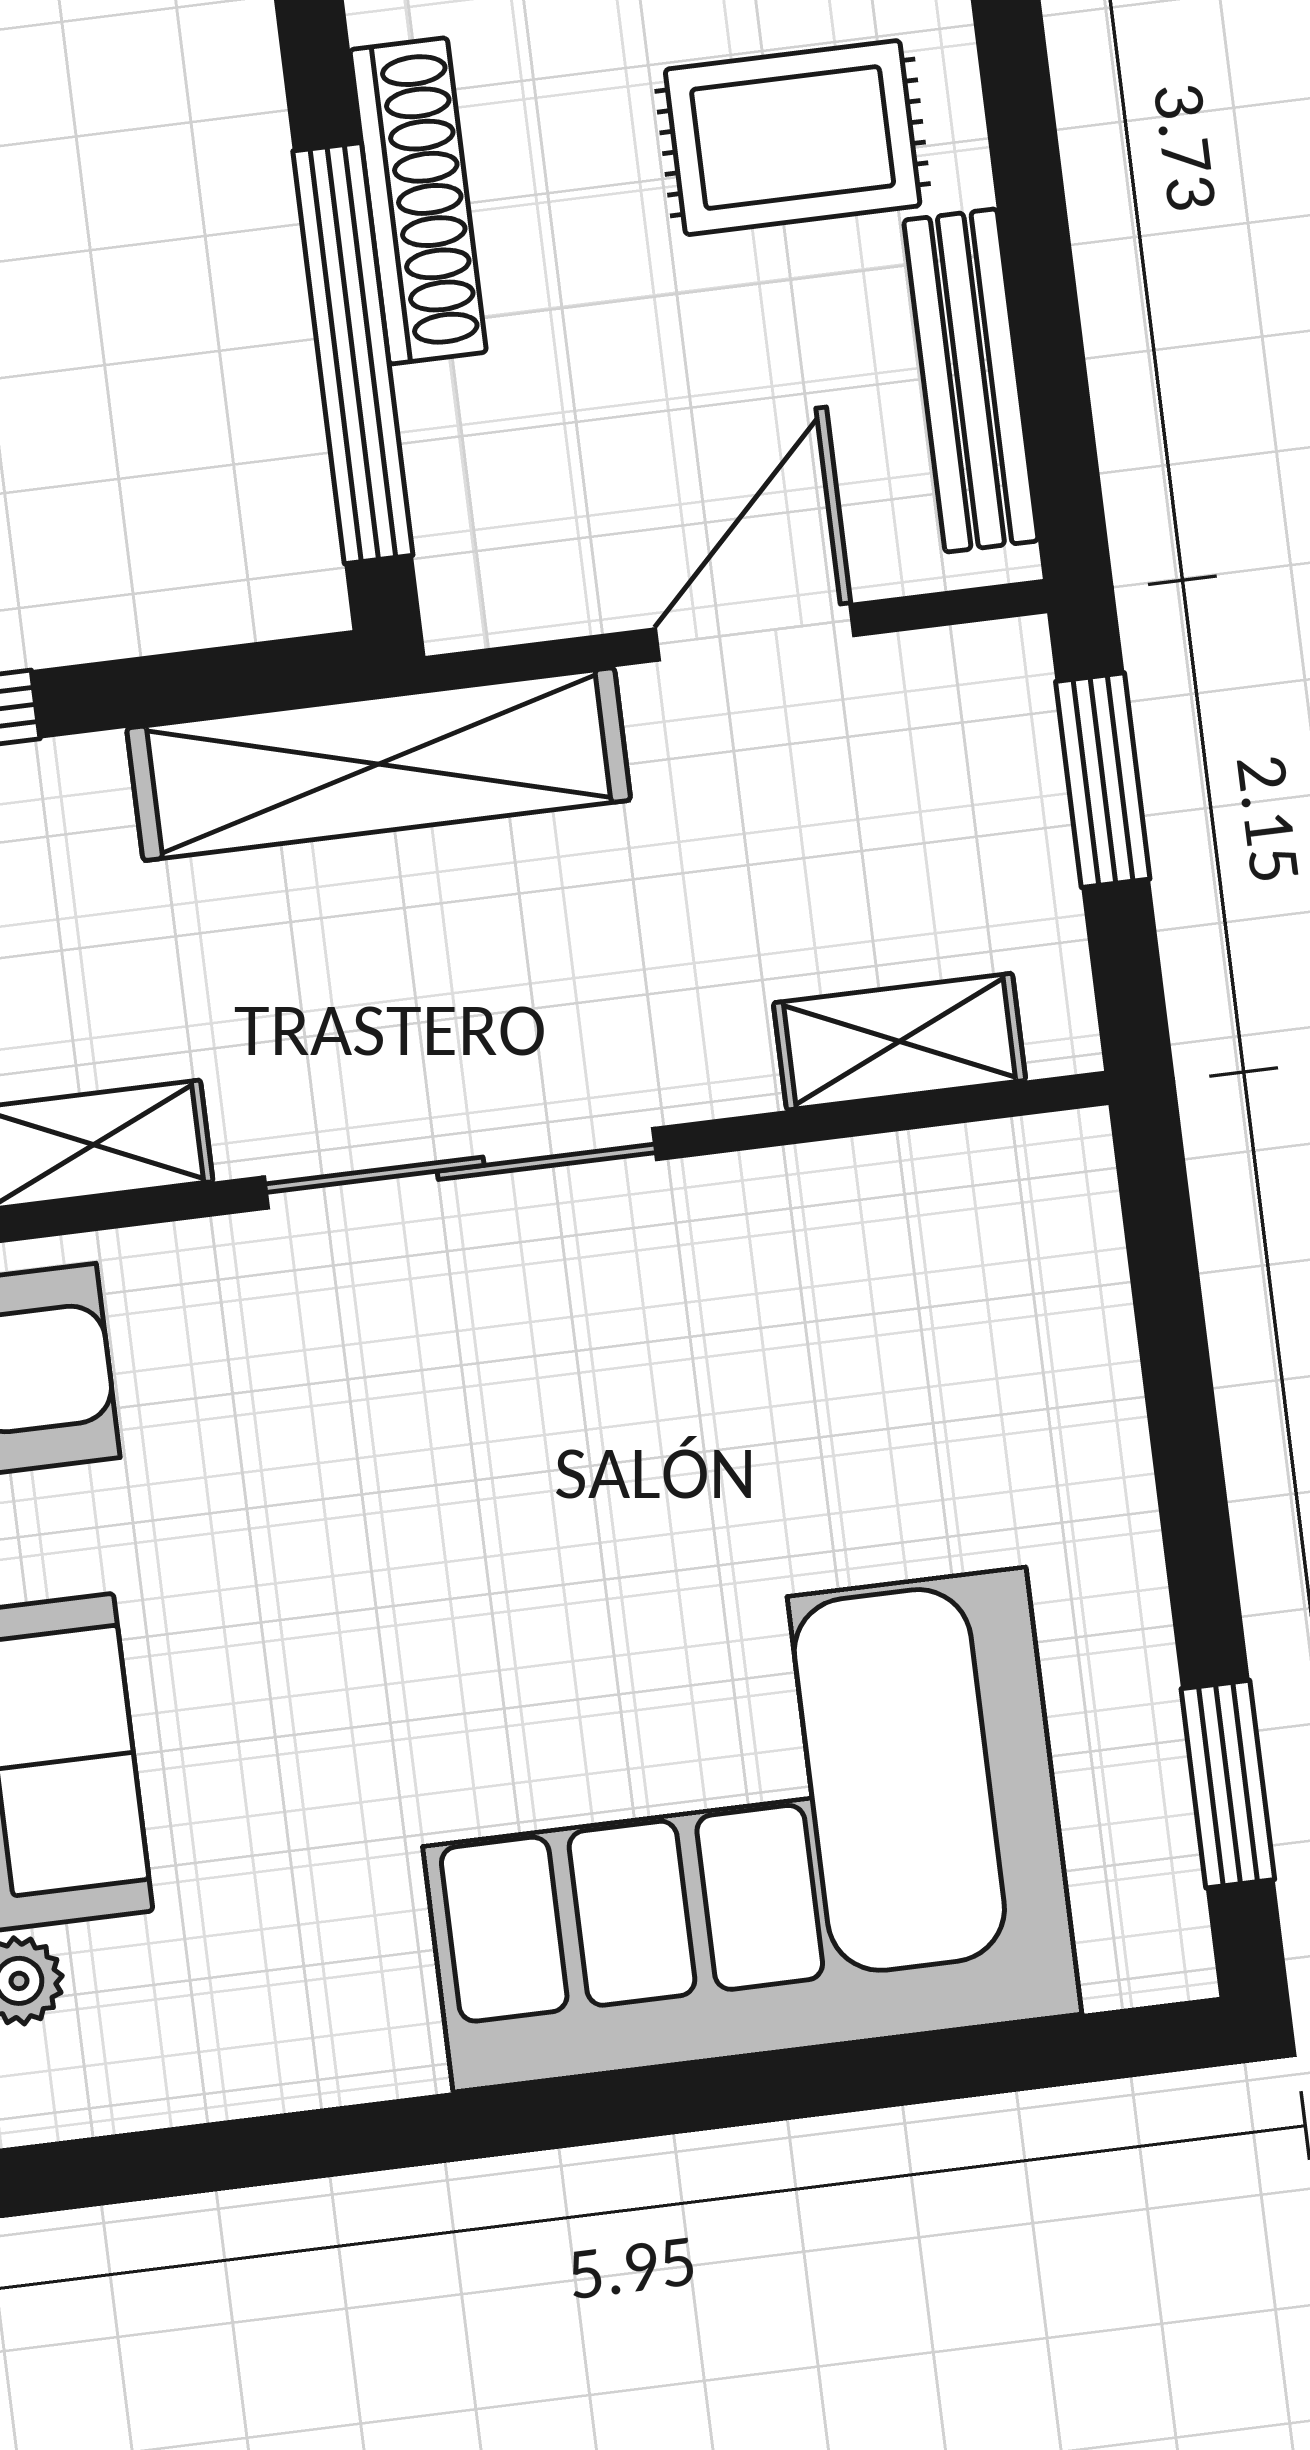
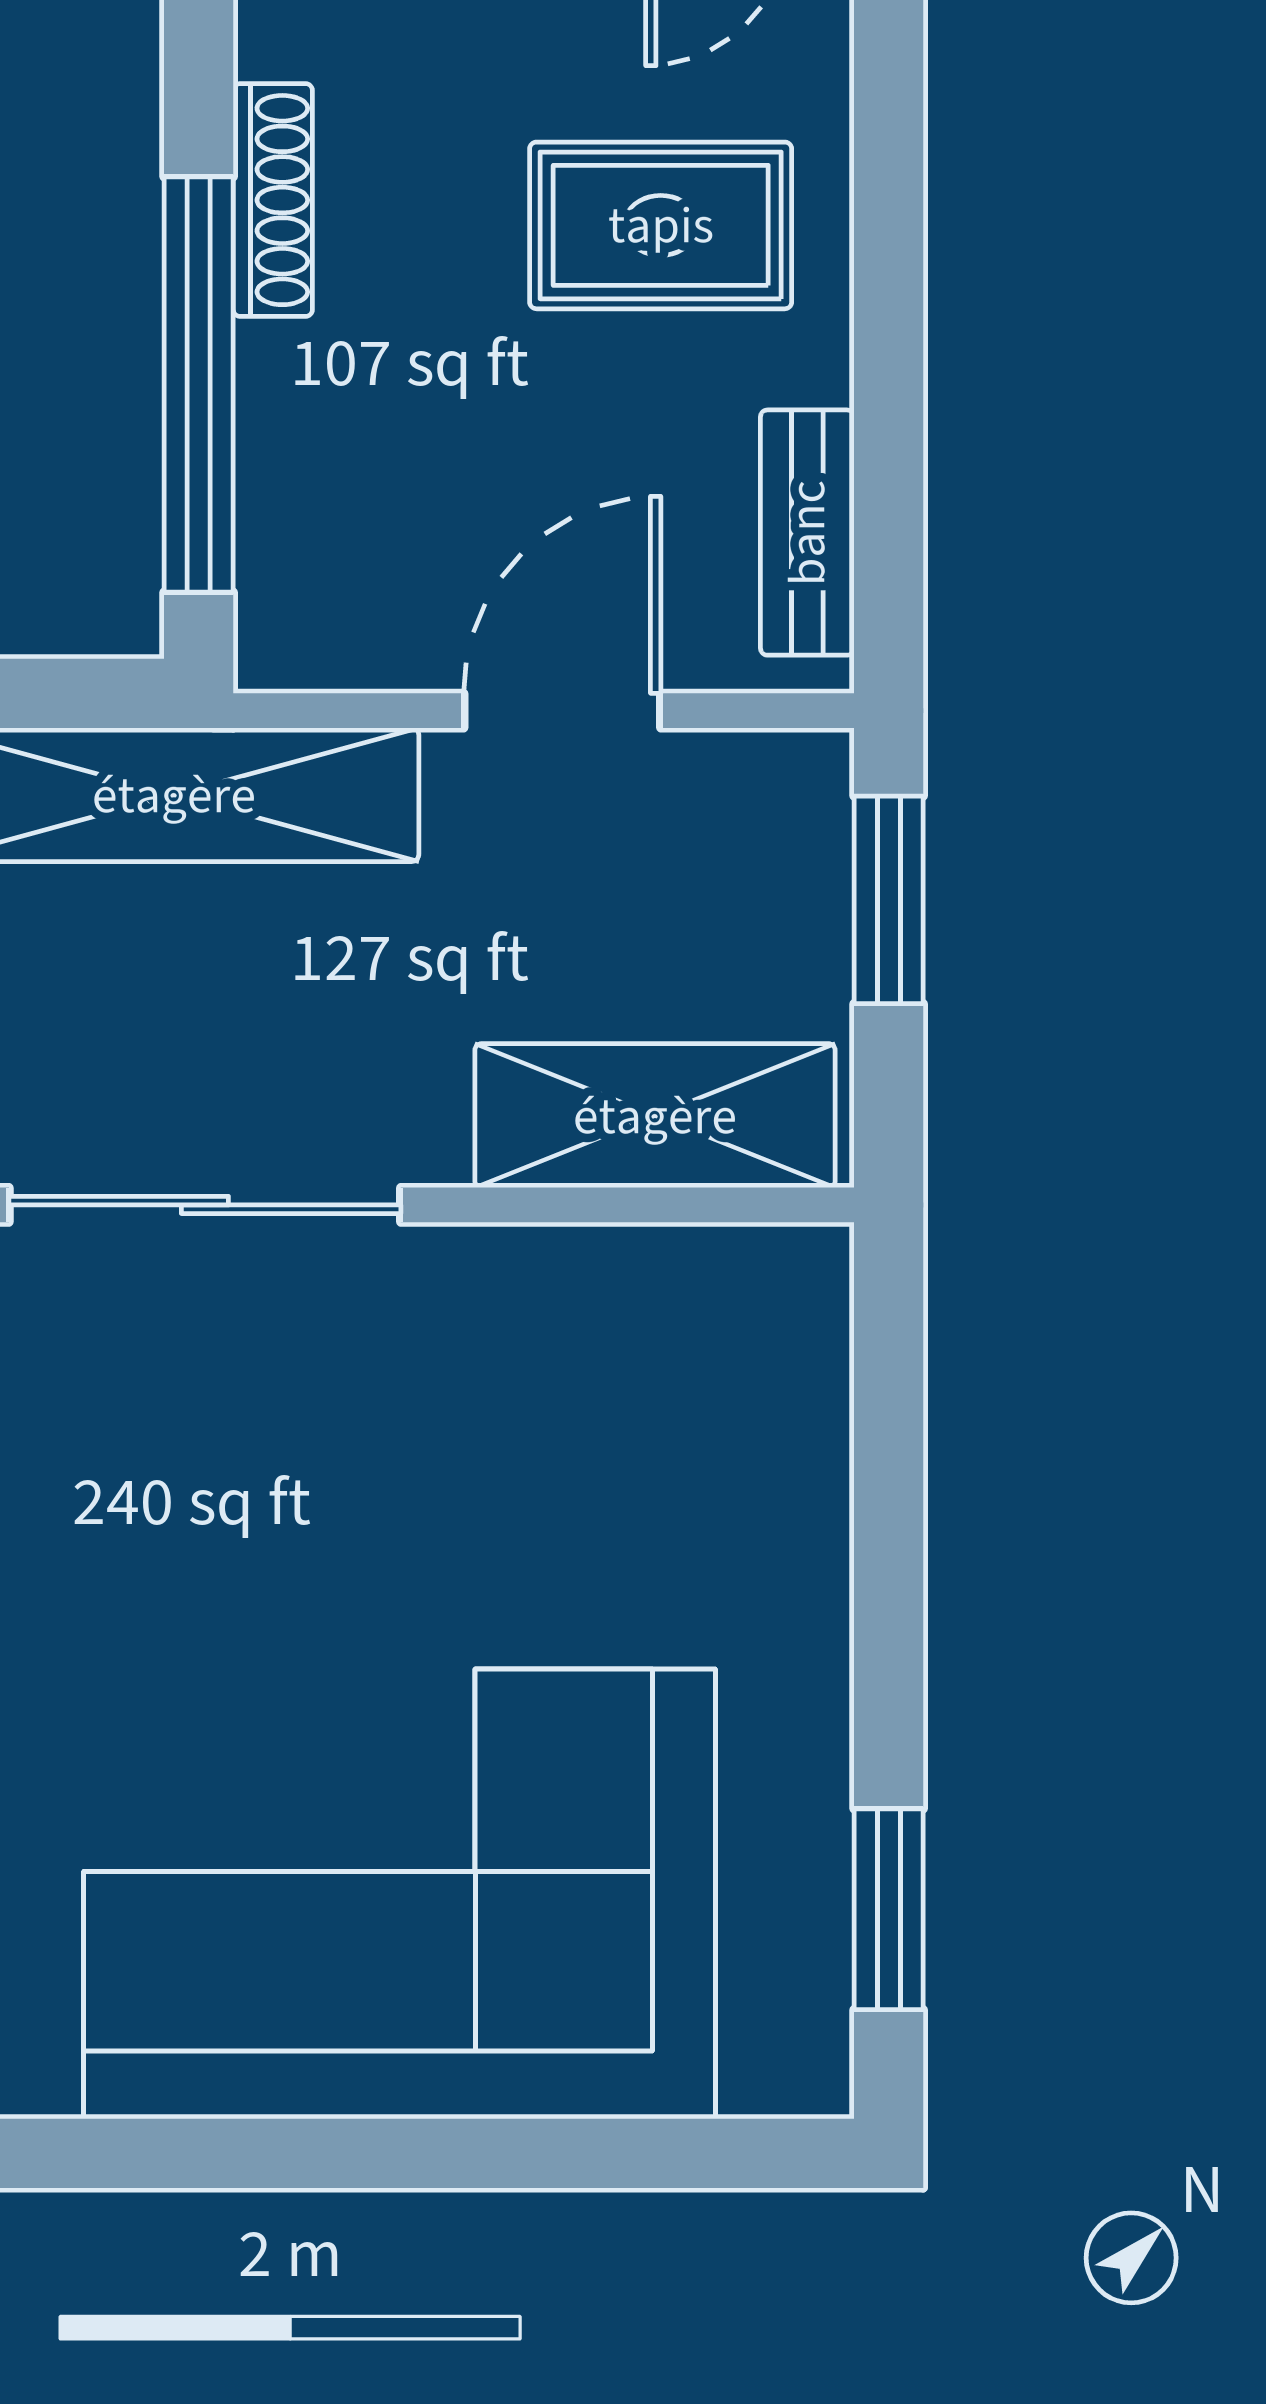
shoe rack: (418, 201) -> (273, 200), width x0.74, depth x0.81
bench: (971, 380) -> (807, 533), width x0.73
shelving: (899, 1042) -> (655, 1116), width x1.50, depth x1.33

